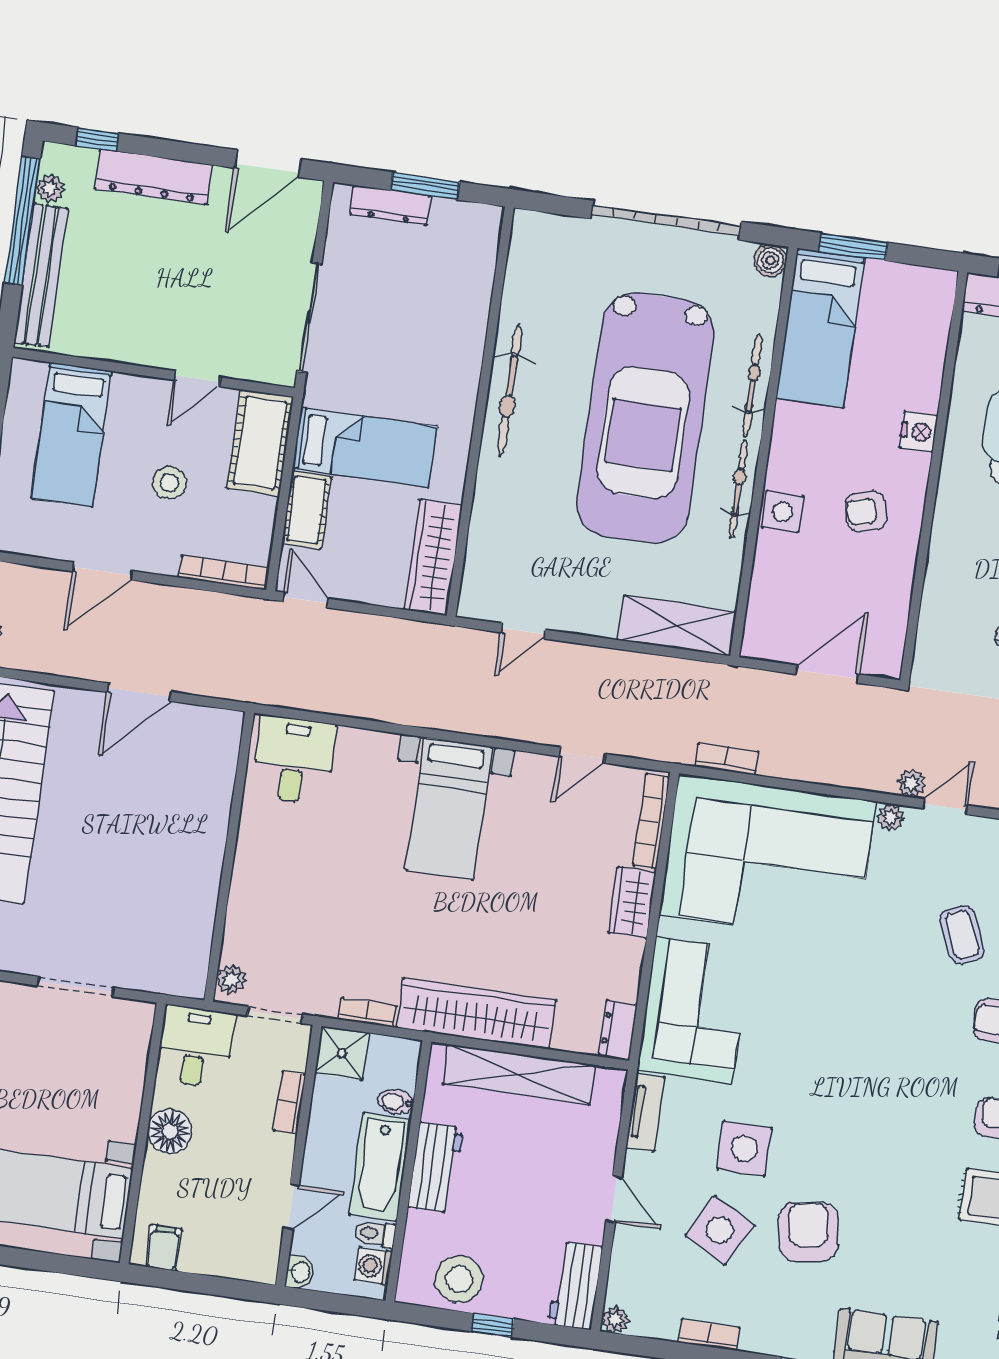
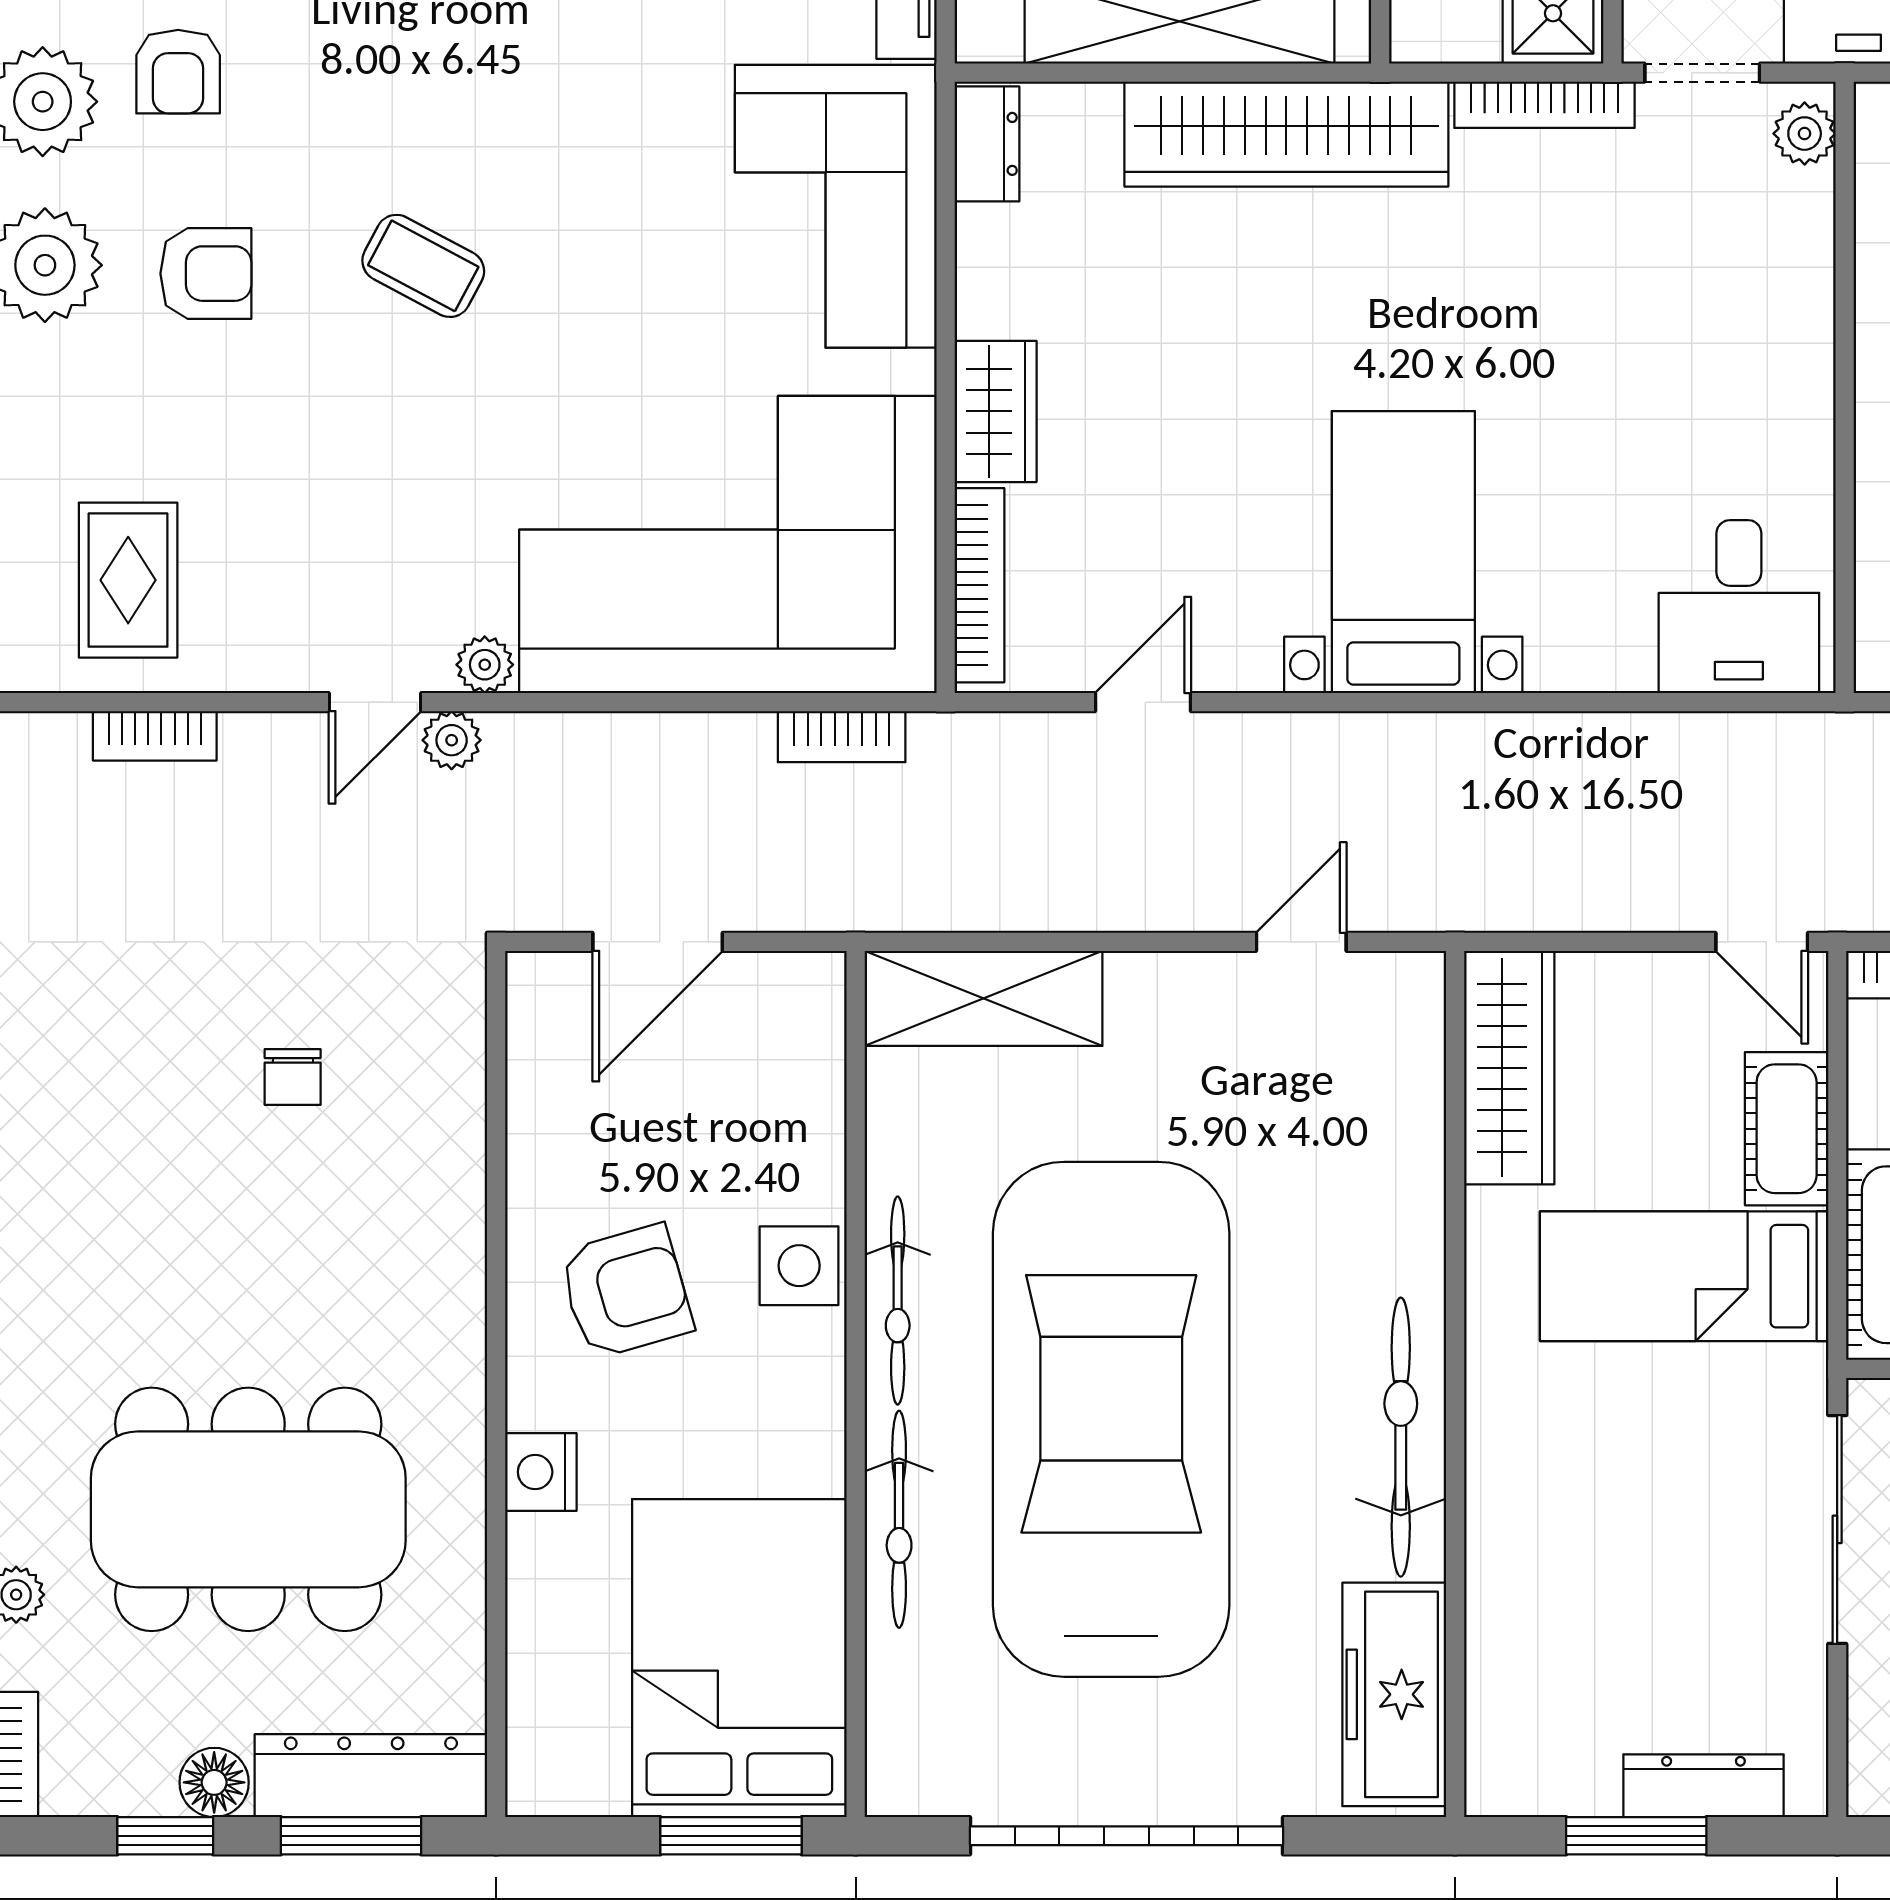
boiler: (770, 260) -> (899, 1783), removed
freezer: (530, 269) -> (1394, 1694), added
bed: (820, 328) -> (739, 1658), width x1.50
armchair: (866, 511) -> (626, 1292), width x1.38, depth x1.38
coffee table: (962, 935) -> (423, 266), moved, turned -38
bookcase: (367, 1013) -> (1545, 105), width x1.56

